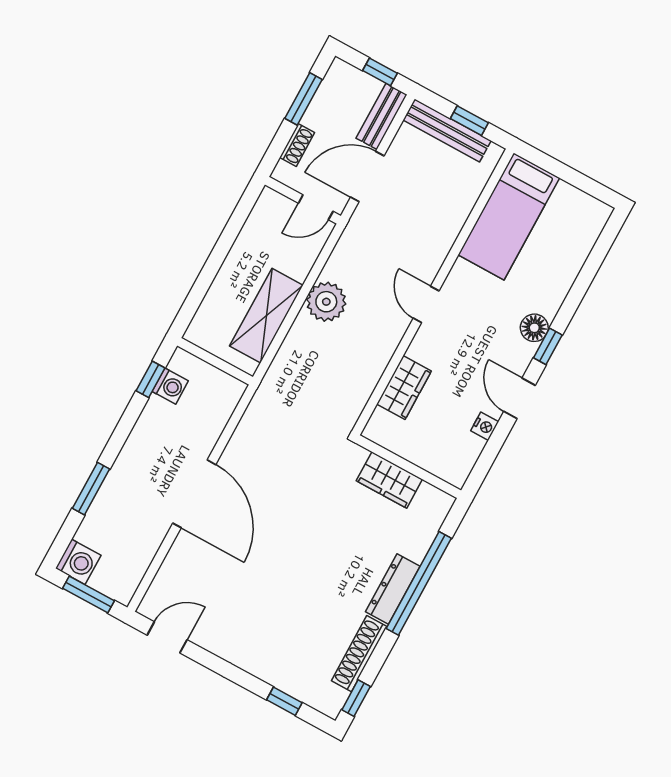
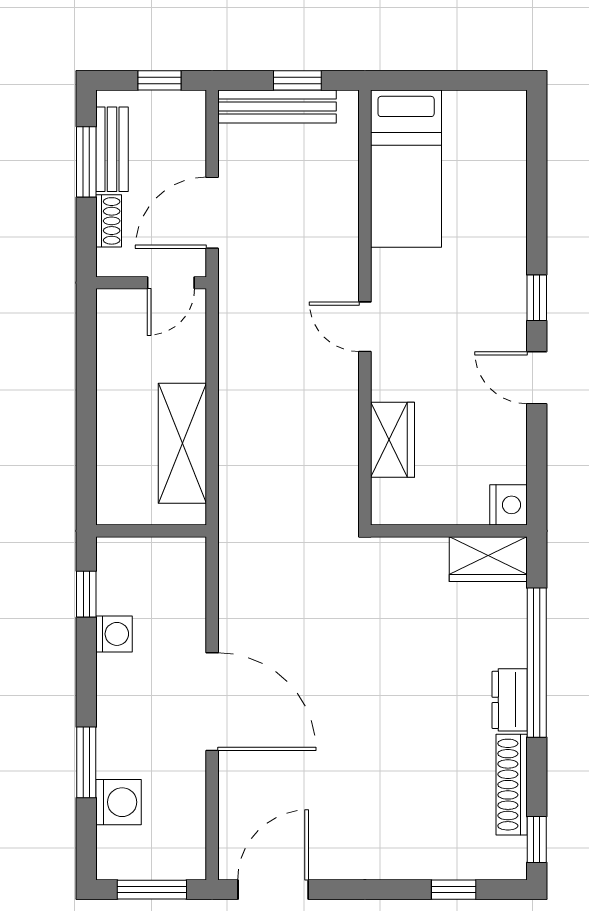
bench: (382, 116) -> (112, 149), moved
plant: (326, 302) -> (245, 388), removed
floor lamp: (534, 328) -> (508, 284), removed
washing machine: (170, 386) -> (114, 634), moved
nightstand: (485, 426) -> (509, 505), moved, width x1.39, depth x1.35
wardrobe: (389, 480) -> (488, 559), moved
washing machine: (78, 562) -> (118, 802), moved
dresser: (393, 589) -> (510, 700), width x0.70
door: (167, 637) -> (273, 890), width x1.38

